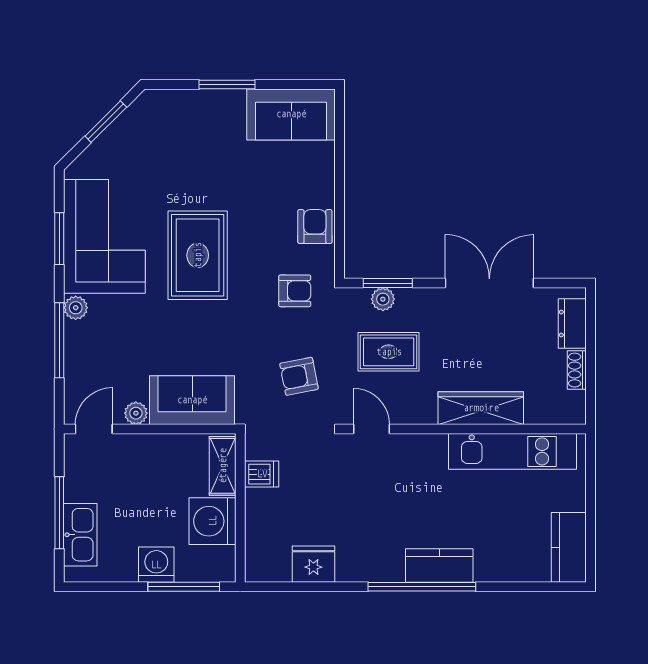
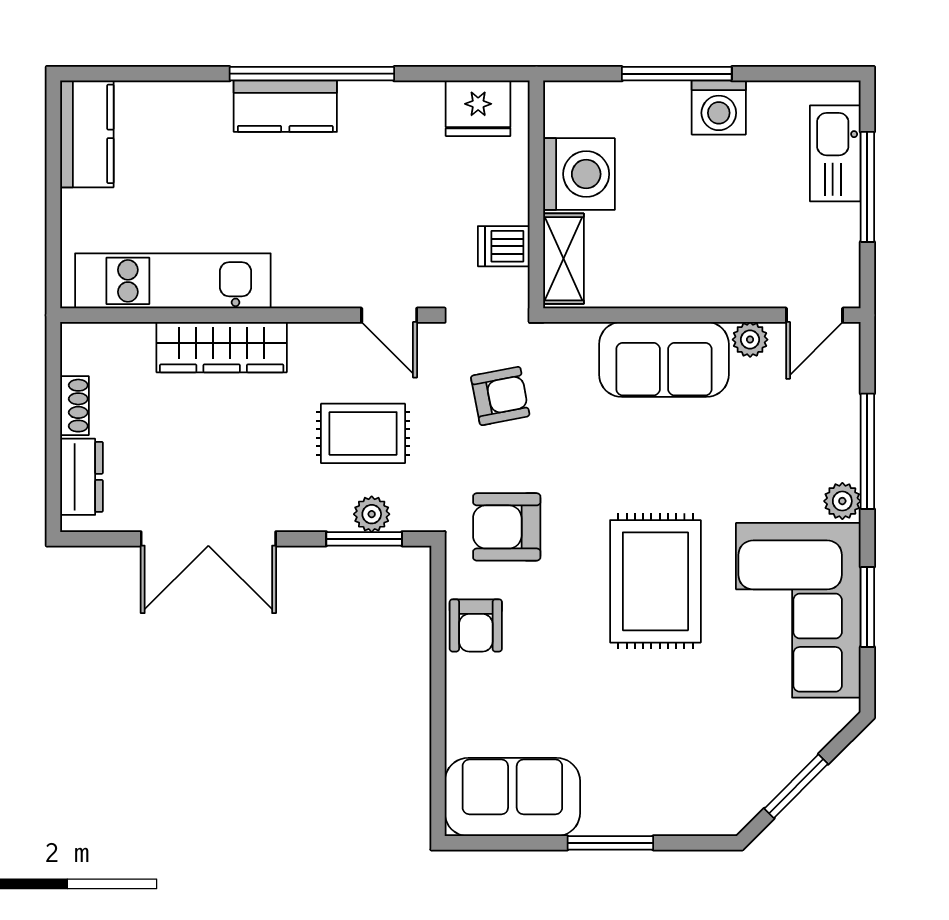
armchair: (295, 291) -> (507, 527), width x1.38, depth x1.38
shelving: (223, 466) -> (563, 259), moved
dishwasher: (262, 474) -> (504, 246), moved
wall: (240, 508) -> (536, 194), moved
washing machine: (213, 521) -> (579, 174), moved

